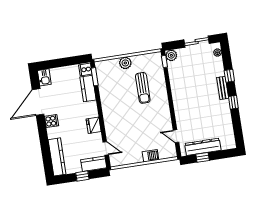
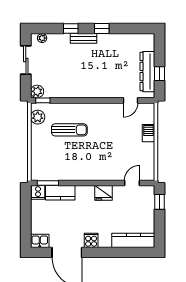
plant: (125, 63) -> (38, 117), moved
kitchen counter: (94, 164) -> (148, 200), removed
window: (82, 176) -> (160, 202), moved

